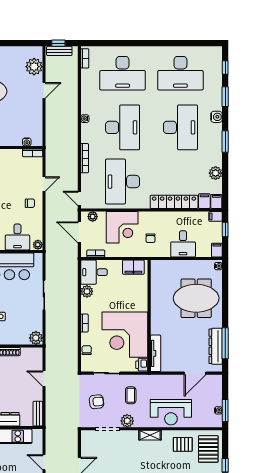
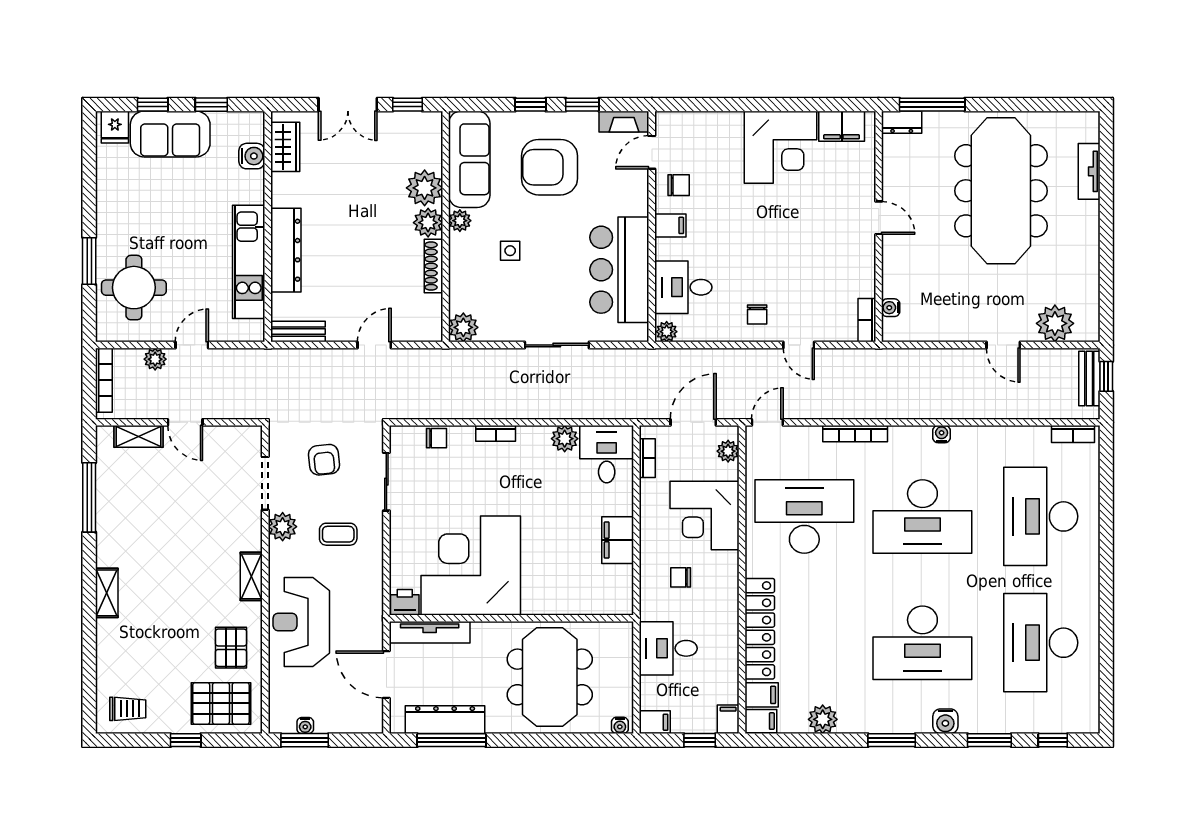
wall: (149, 316) -> (511, 618), moved
corner desk: (125, 335) -> (471, 566), moved
tv unit: (156, 353) -> (430, 632), moved
printer: (142, 365) -> (405, 602), moved

